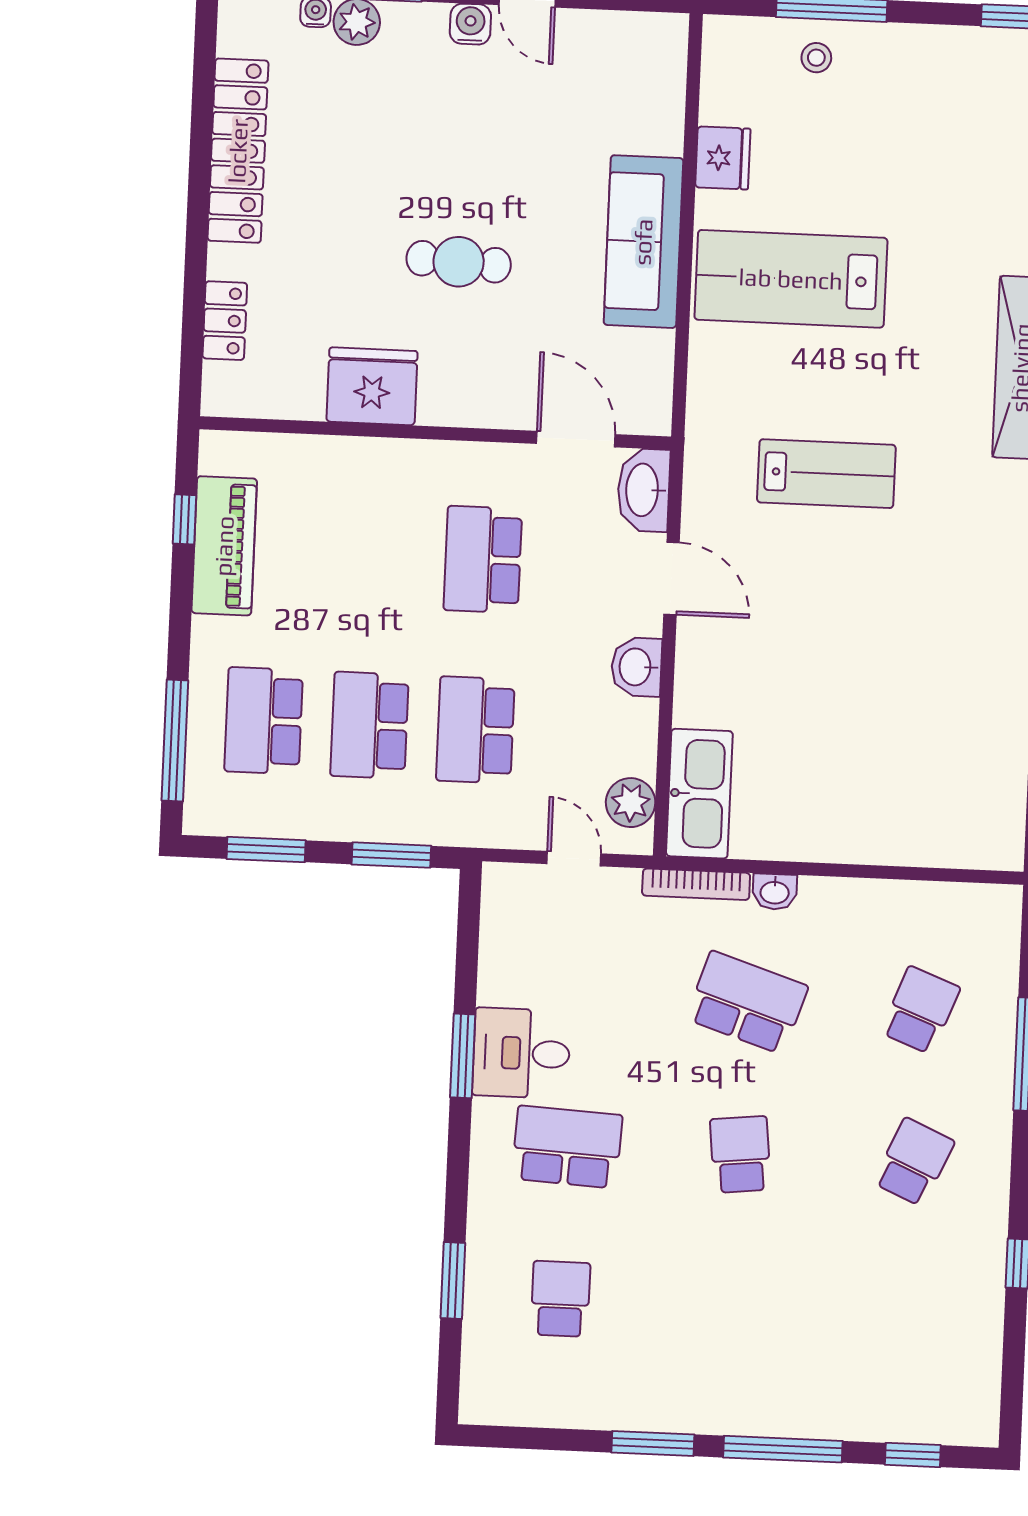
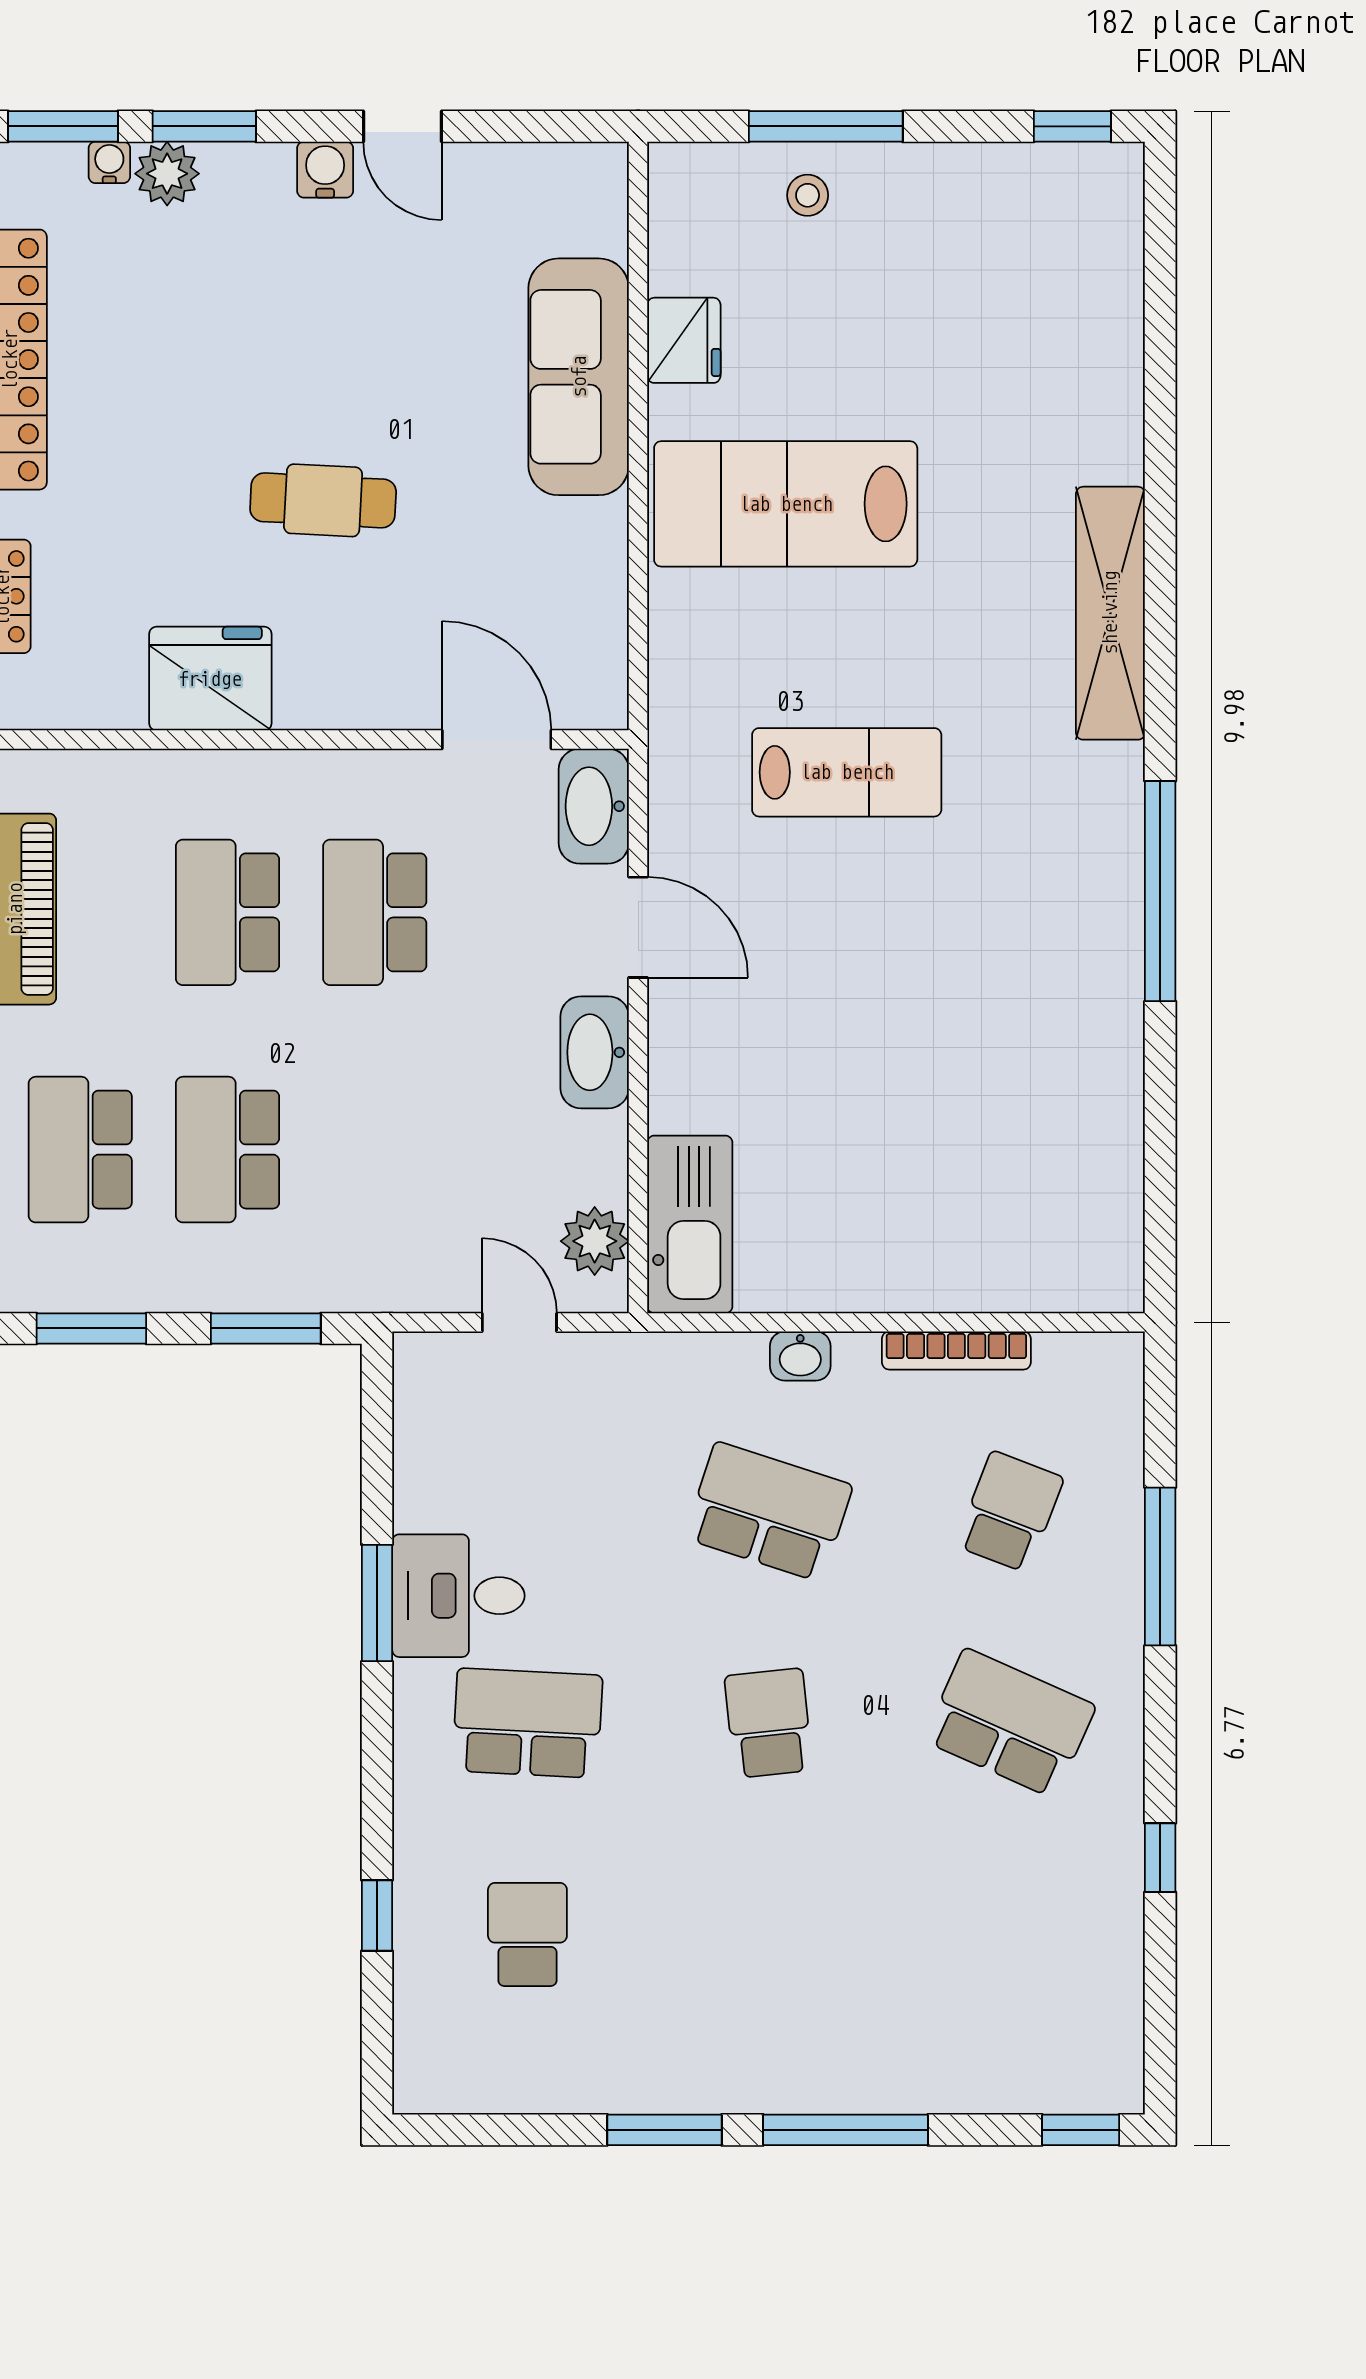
sofa: (643, 242) -> (579, 377), moved
washbasin: (636, 667) -> (595, 1052), width x1.38
school desk: (475, 730) -> (227, 912), moved
bookcase: (696, 884) -> (956, 1351), moved
school desk: (914, 1162) -> (1010, 1723), width x1.85
window: (453, 1280) -> (377, 1916), width x0.67
window: (913, 1455) -> (1081, 2130), moved

